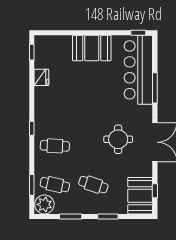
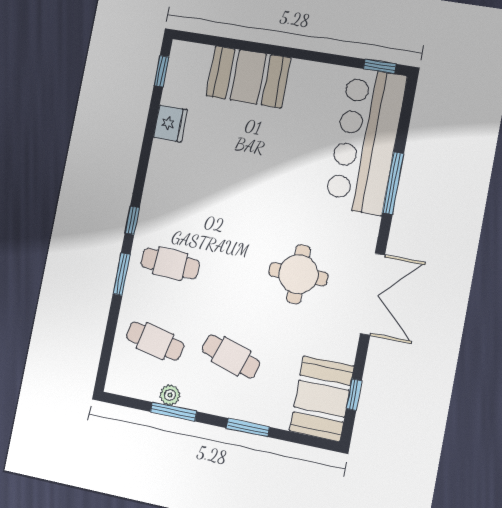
booth: (92, 48) -> (248, 77), moved
window: (32, 185) -> (122, 274), moved
plant: (44, 204) -> (170, 395), moved, width x0.53, depth x0.53

